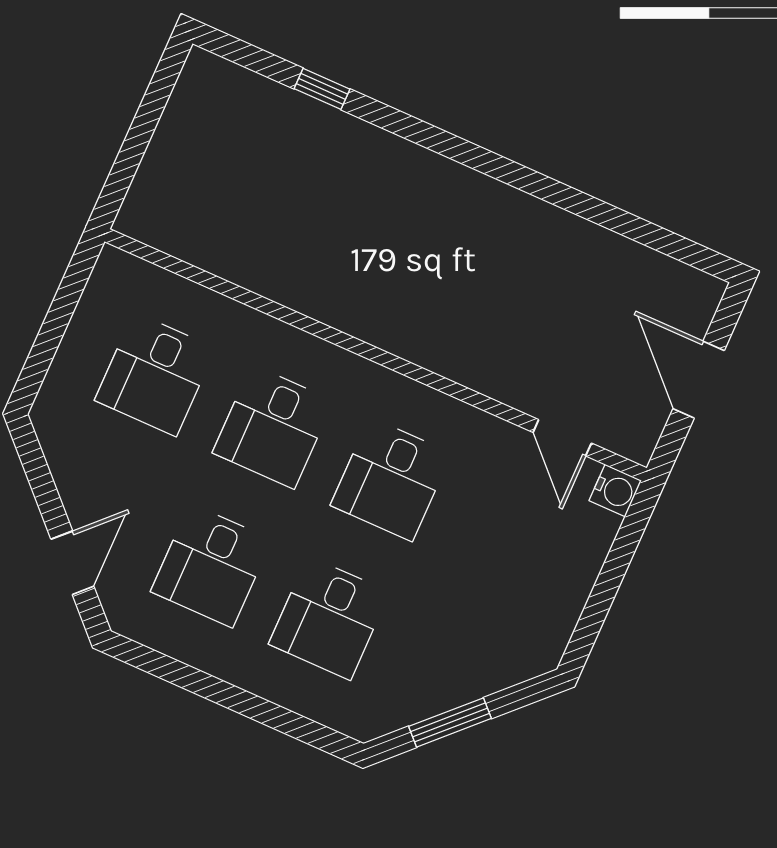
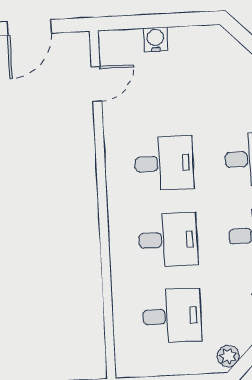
plant: (52, 428) -> (228, 356), added
water cooler: (615, 491) -> (155, 39), moved

